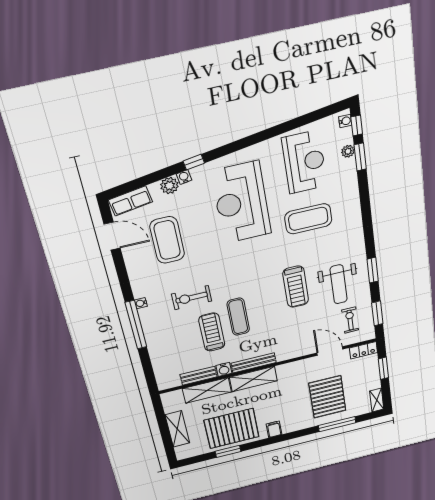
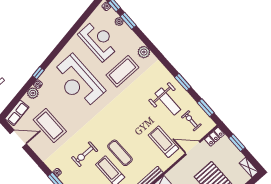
plant: (352, 209) -> (144, 52), added
treadmill: (296, 287) -> (163, 142), moved, turned 180

